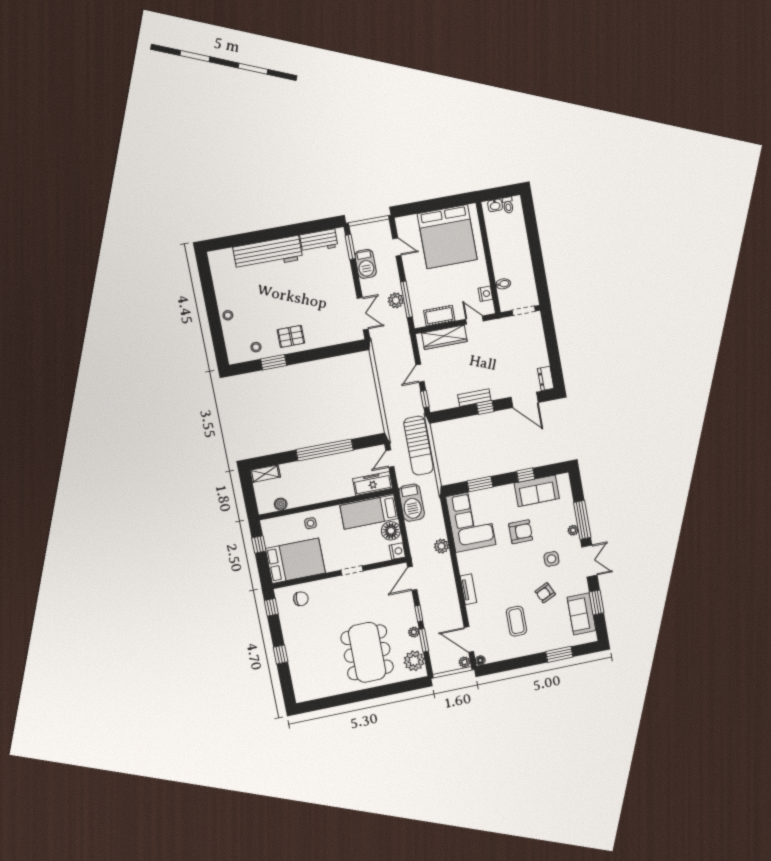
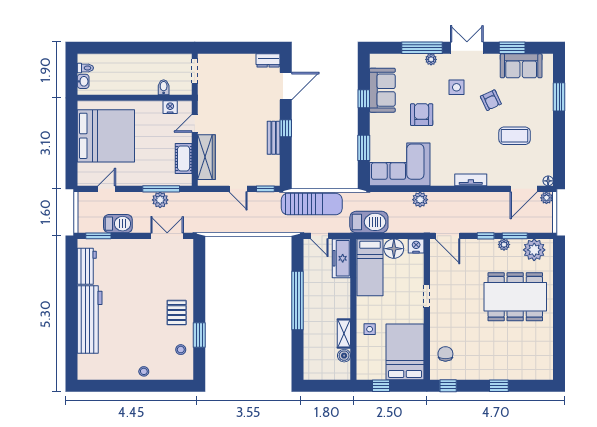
shelving: (265, 474) -> (344, 333), moved

